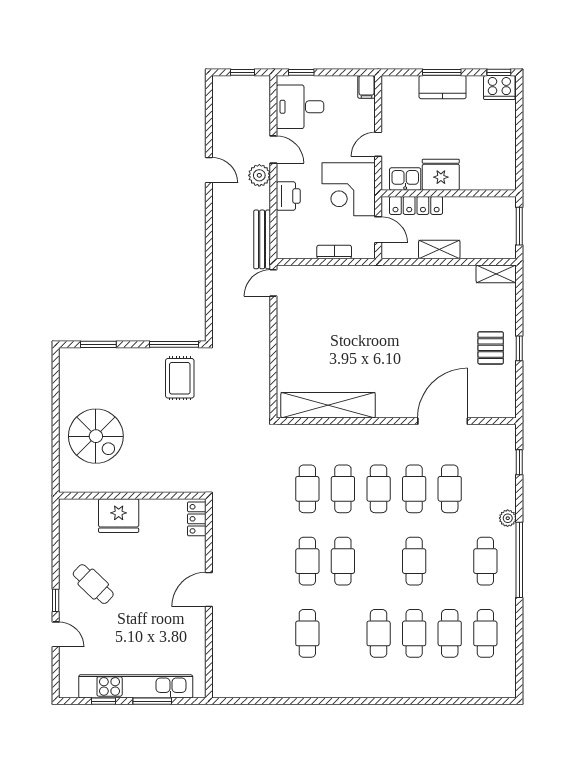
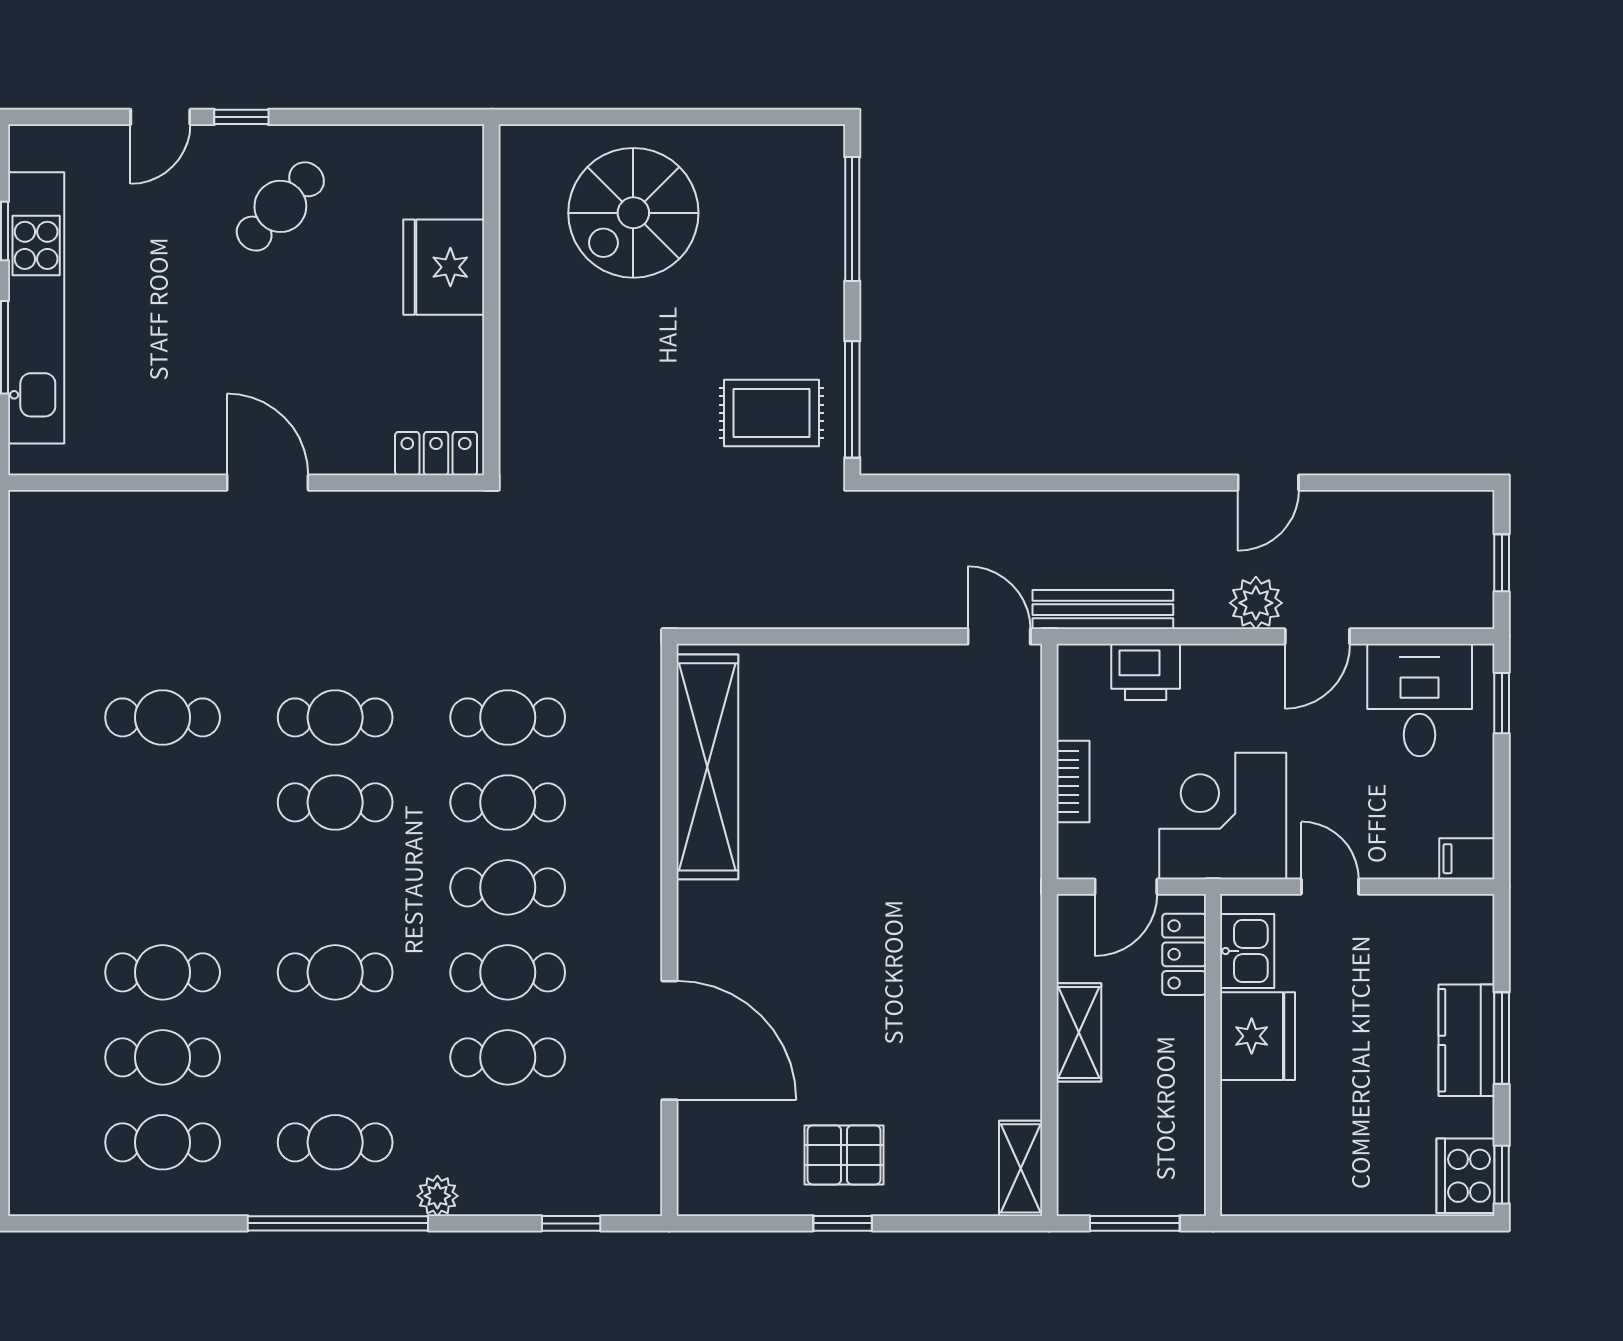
printer: (288, 196) -> (1146, 672), moved
locker: (416, 205) -> (1184, 954), width x0.66
window: (98, 344) -> (852, 219), width x1.44
cafe table: (379, 633) -> (163, 887), removed

